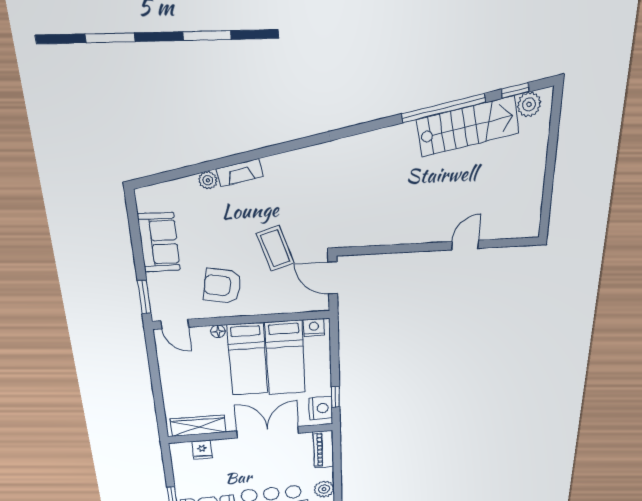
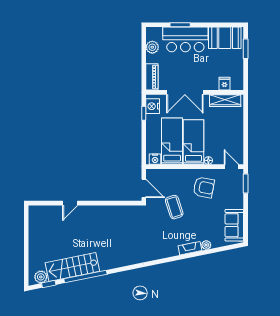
sofa: (159, 242) -> (234, 225), moved

